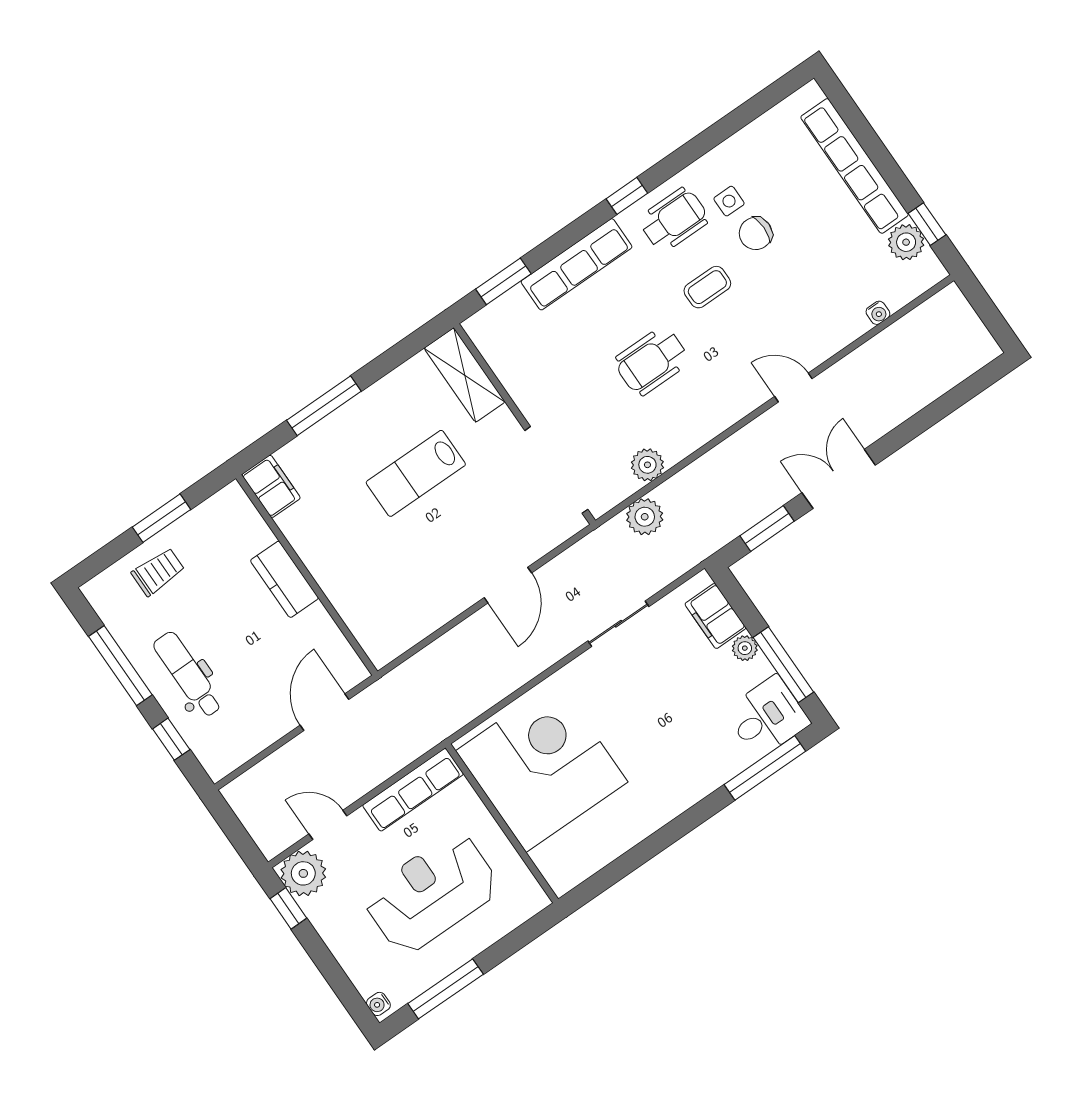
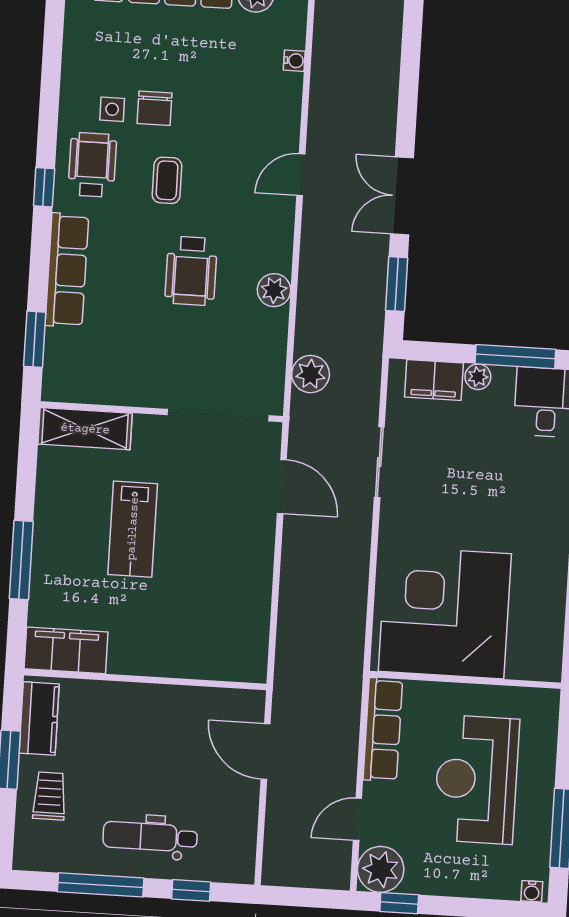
plant: (647, 465) -> (274, 290), moved
filing cabinet: (271, 486) -> (66, 650), width x1.50, depth x1.17
kitchen counter: (284, 579) -> (39, 719), moved, turned -90
door: (508, 585) -> (282, 486), moved

